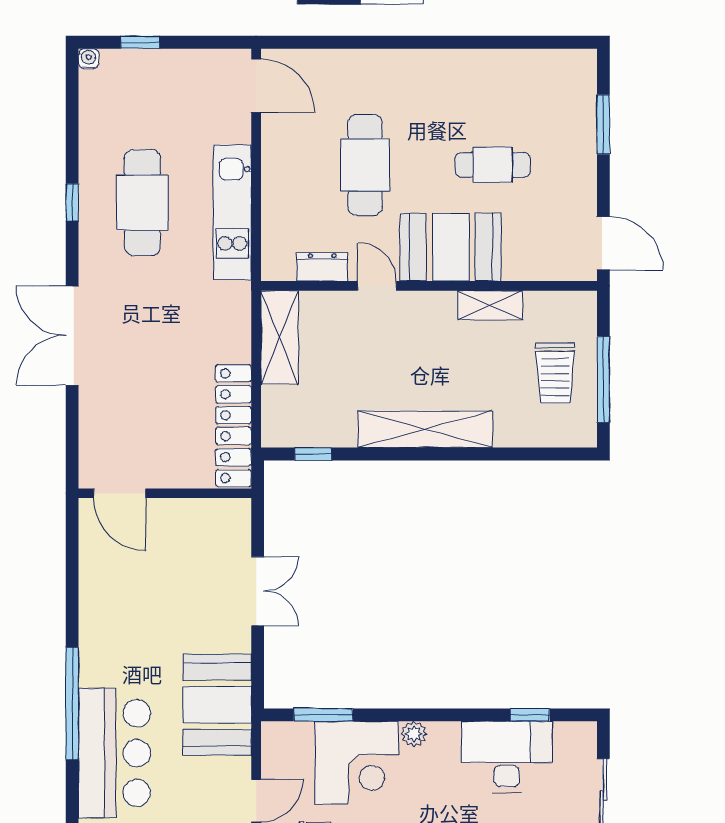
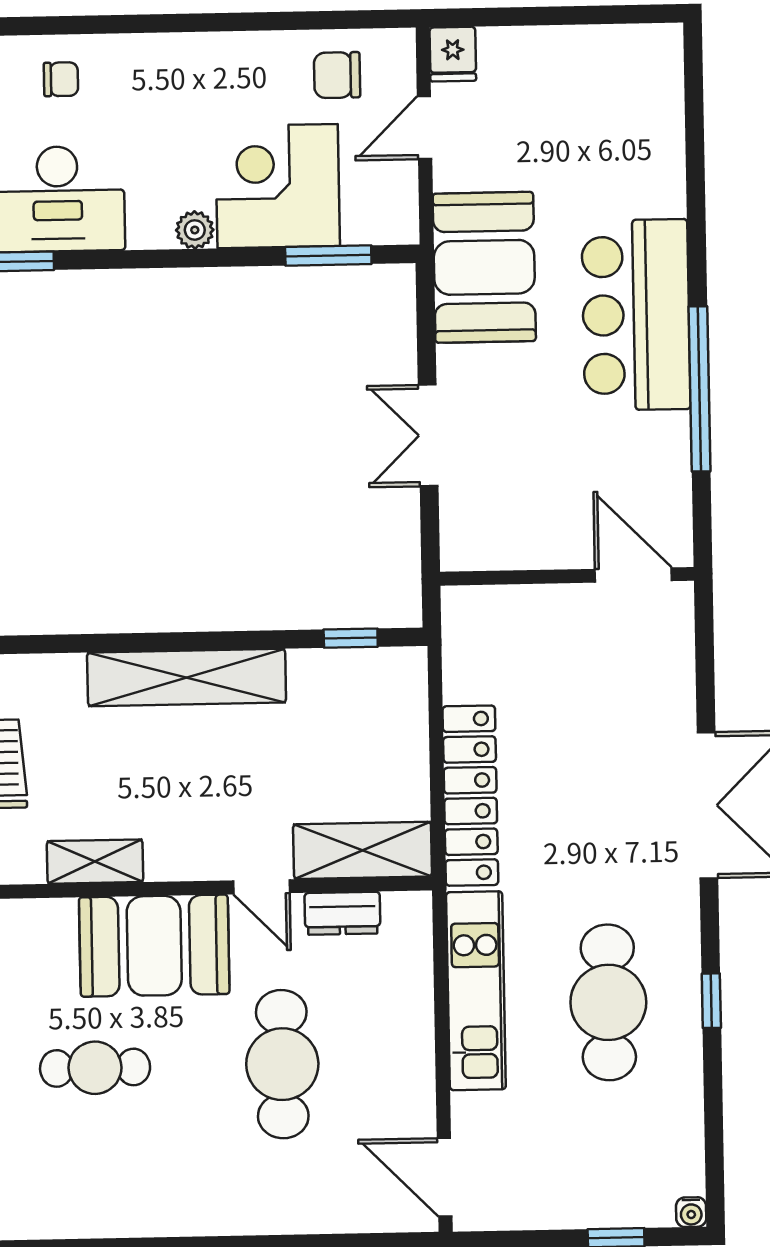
shelving: (280, 337) -> (363, 850), moved, turned 90
locker: (234, 426) -> (470, 796), moved
window: (72, 704) -> (700, 389), moved
bar counter: (114, 753) -> (636, 315), moved

